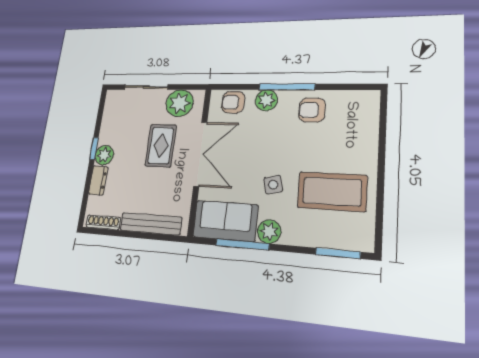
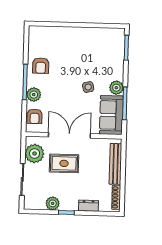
plant: (104, 155) -> (53, 203), moved
coffee table: (332, 192) -> (91, 52), removed

